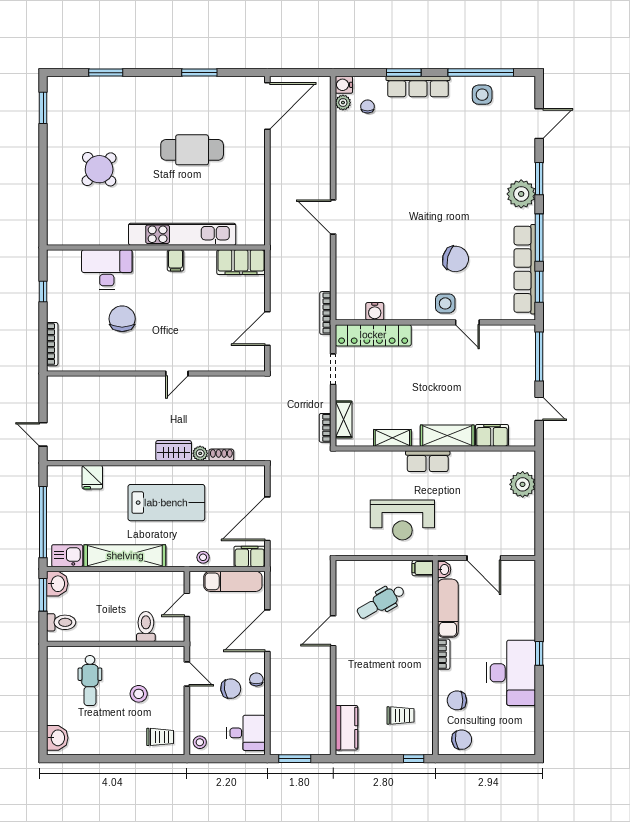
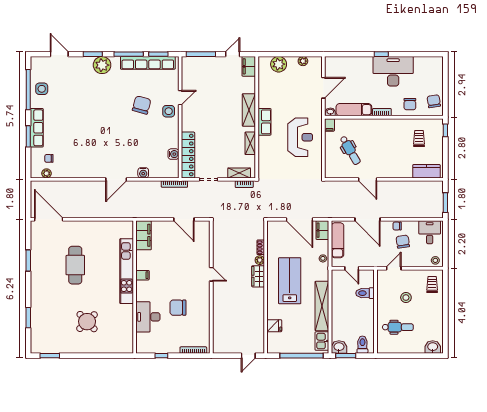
water cooler: (344, 85) -> (143, 173), moved
filing cabinet: (492, 435) -> (249, 66), moved
plant: (528, 524) -> (303, 61), added

